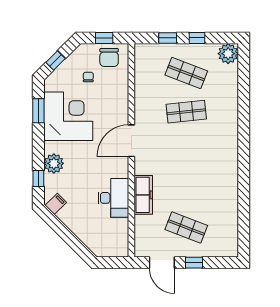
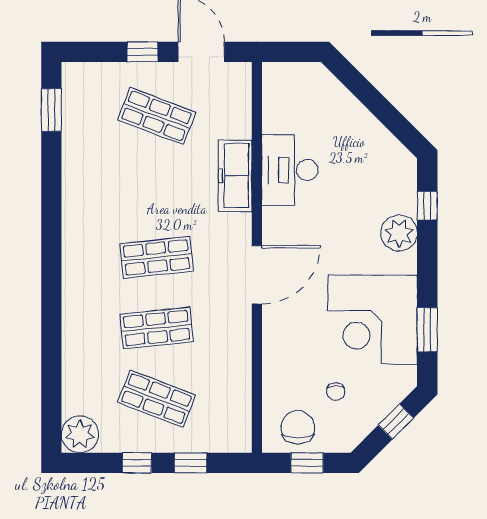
shop shelf: (186, 150) -> (157, 257), added
filing cabinet: (56, 204) -> (395, 159), removed
window: (244, 231) -> (51, 110), added

